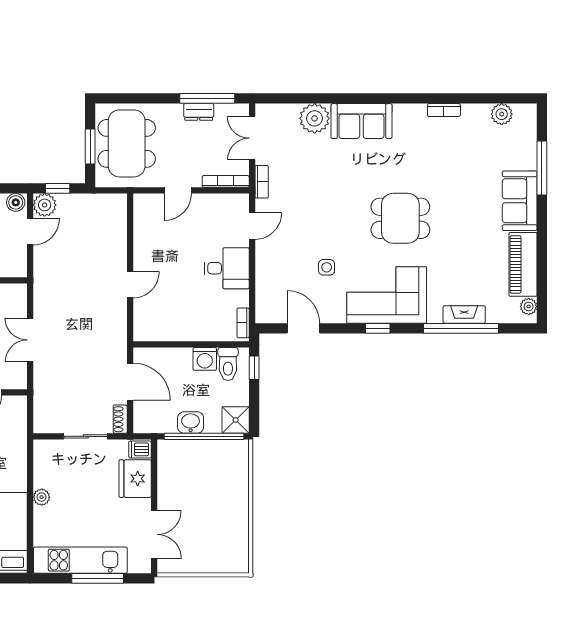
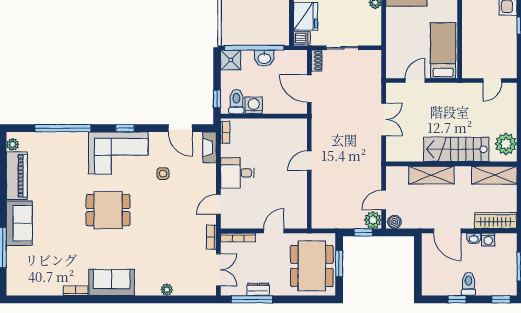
plant: (502, 114) -> (33, 288), removed
plant: (315, 118) -> (167, 290), width x0.53, depth x0.53
sofa: (361, 121) -> (112, 282), moved
fireplace: (464, 314) -> (210, 147), moved, turned 90

